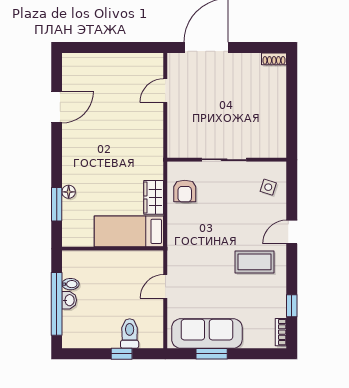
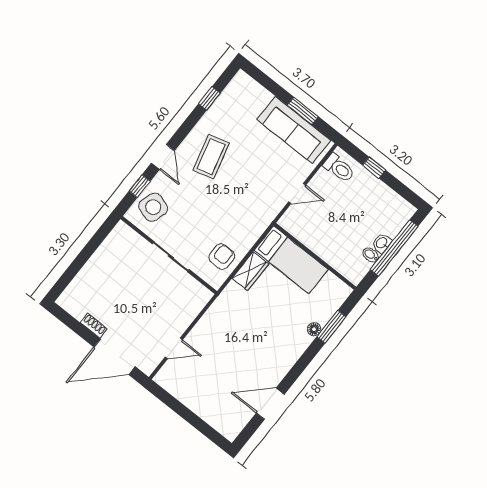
shoe rack: (274, 59) -> (94, 326), moved
side table: (268, 187) -> (153, 207), width x1.87, depth x1.87
window: (292, 195) -> (140, 186), added
door: (292, 232) -> (163, 157), hinge flipped
coffee table: (255, 262) -> (211, 157), turned 75
bookcase: (281, 332) -> (234, 85), removed
toilet: (130, 334) -> (339, 168), moved, turned -90

